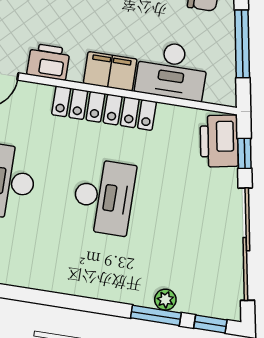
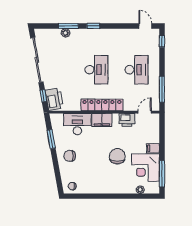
window: (242, 44) -> (51, 139), width x0.69
desk: (104, 197) -> (96, 70), turned 180
window: (210, 324) -> (93, 26), moved

